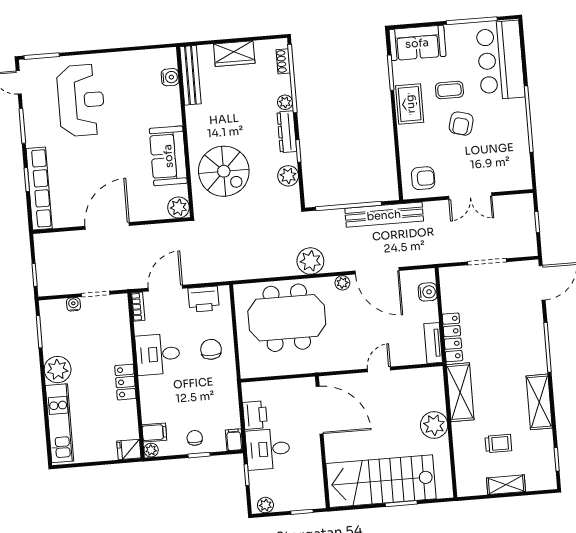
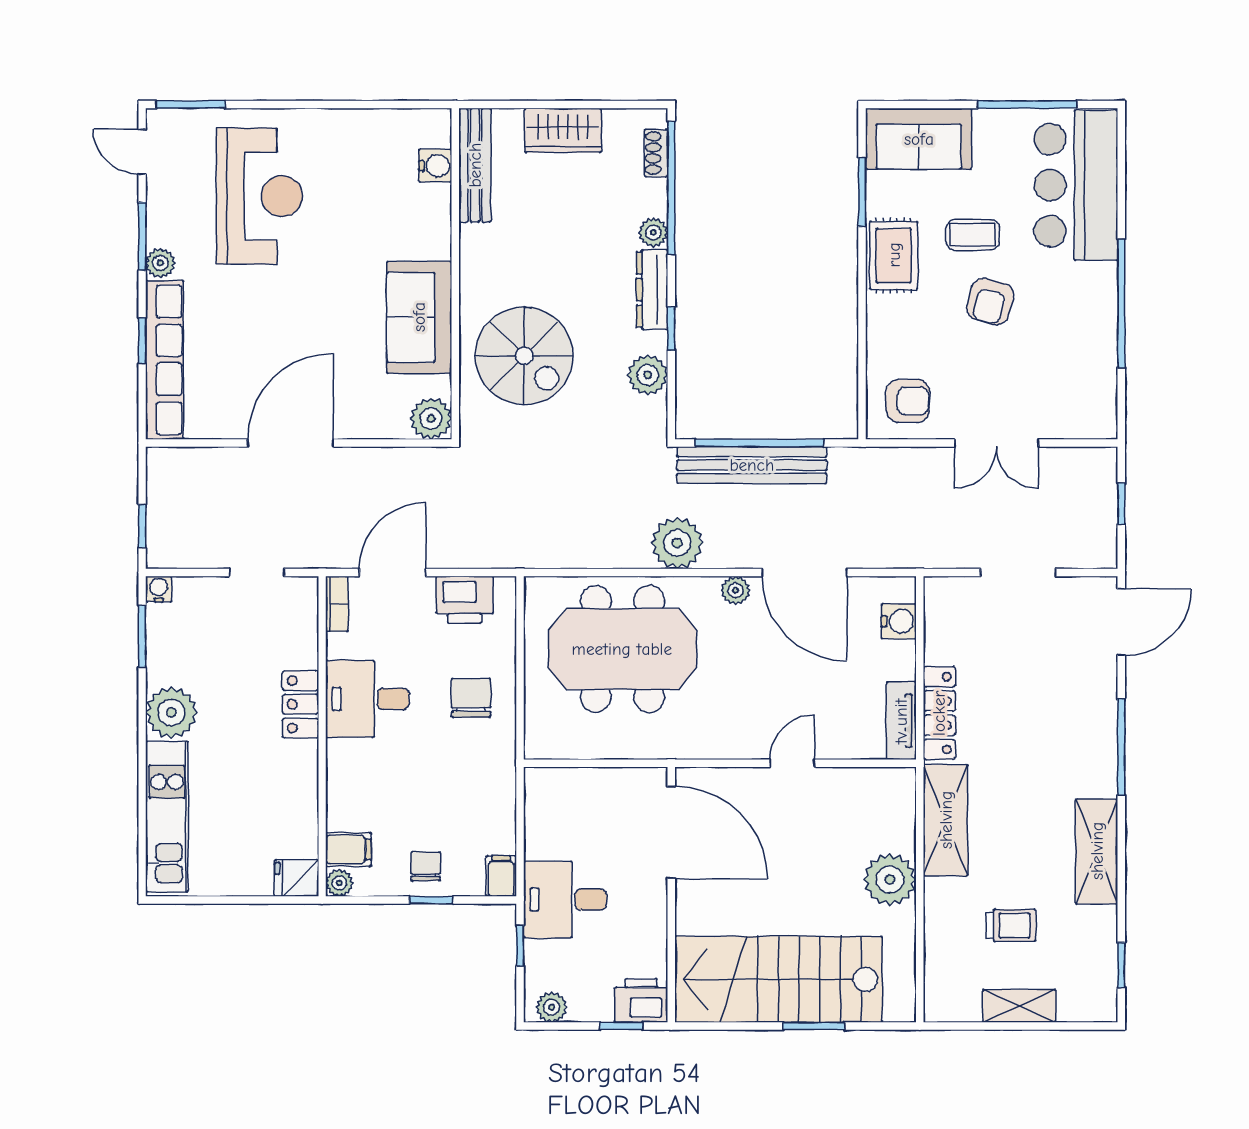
plant: (33, 139) -> (160, 263), added
bench: (384, 215) -> (752, 465), moved
water cooler: (73, 304) -> (159, 589), moved
locker: (125, 382) -> (300, 704), moved
printer: (255, 415) -> (641, 1001), moved, turned -90

